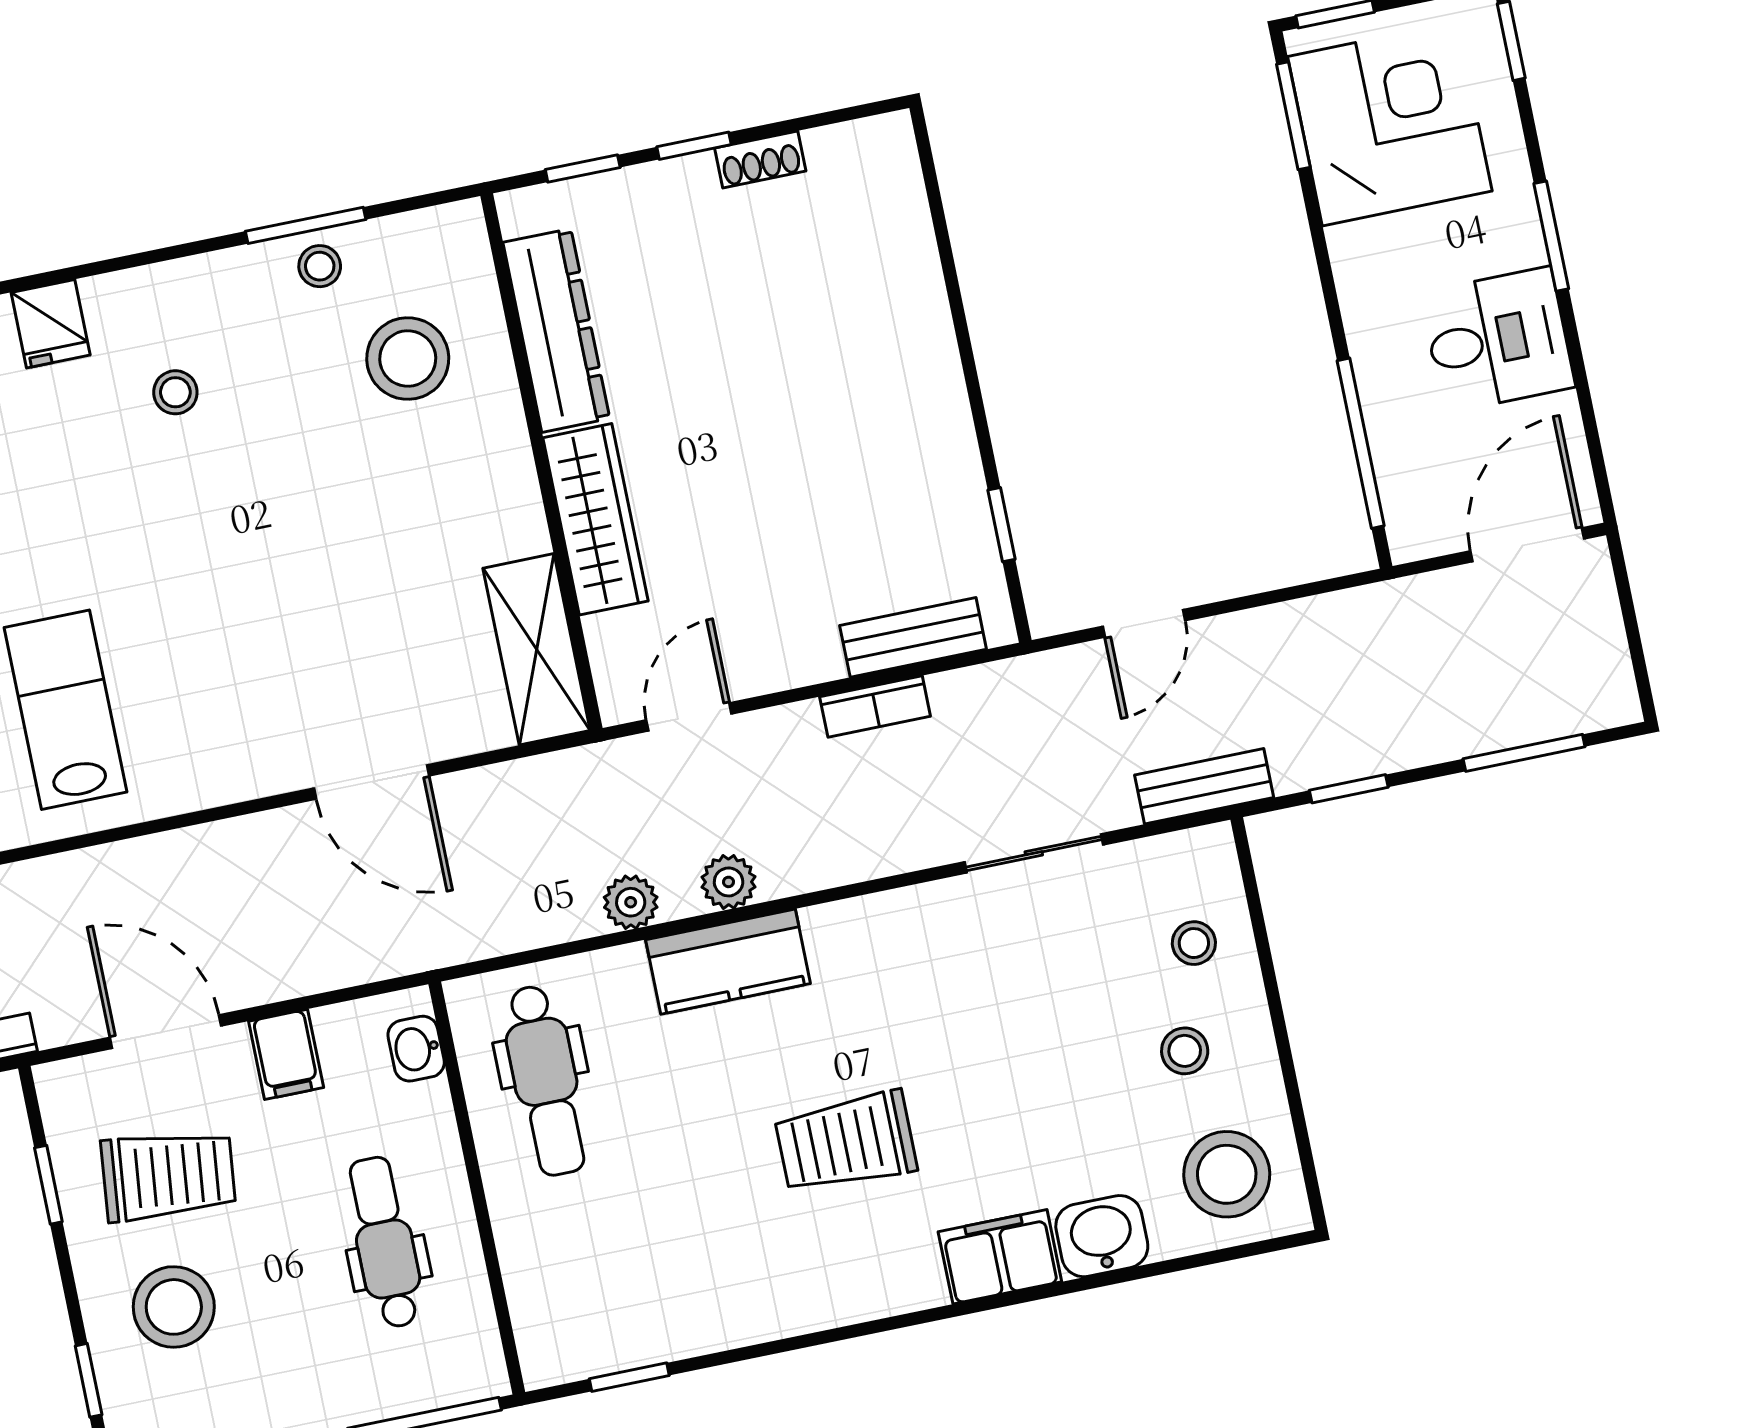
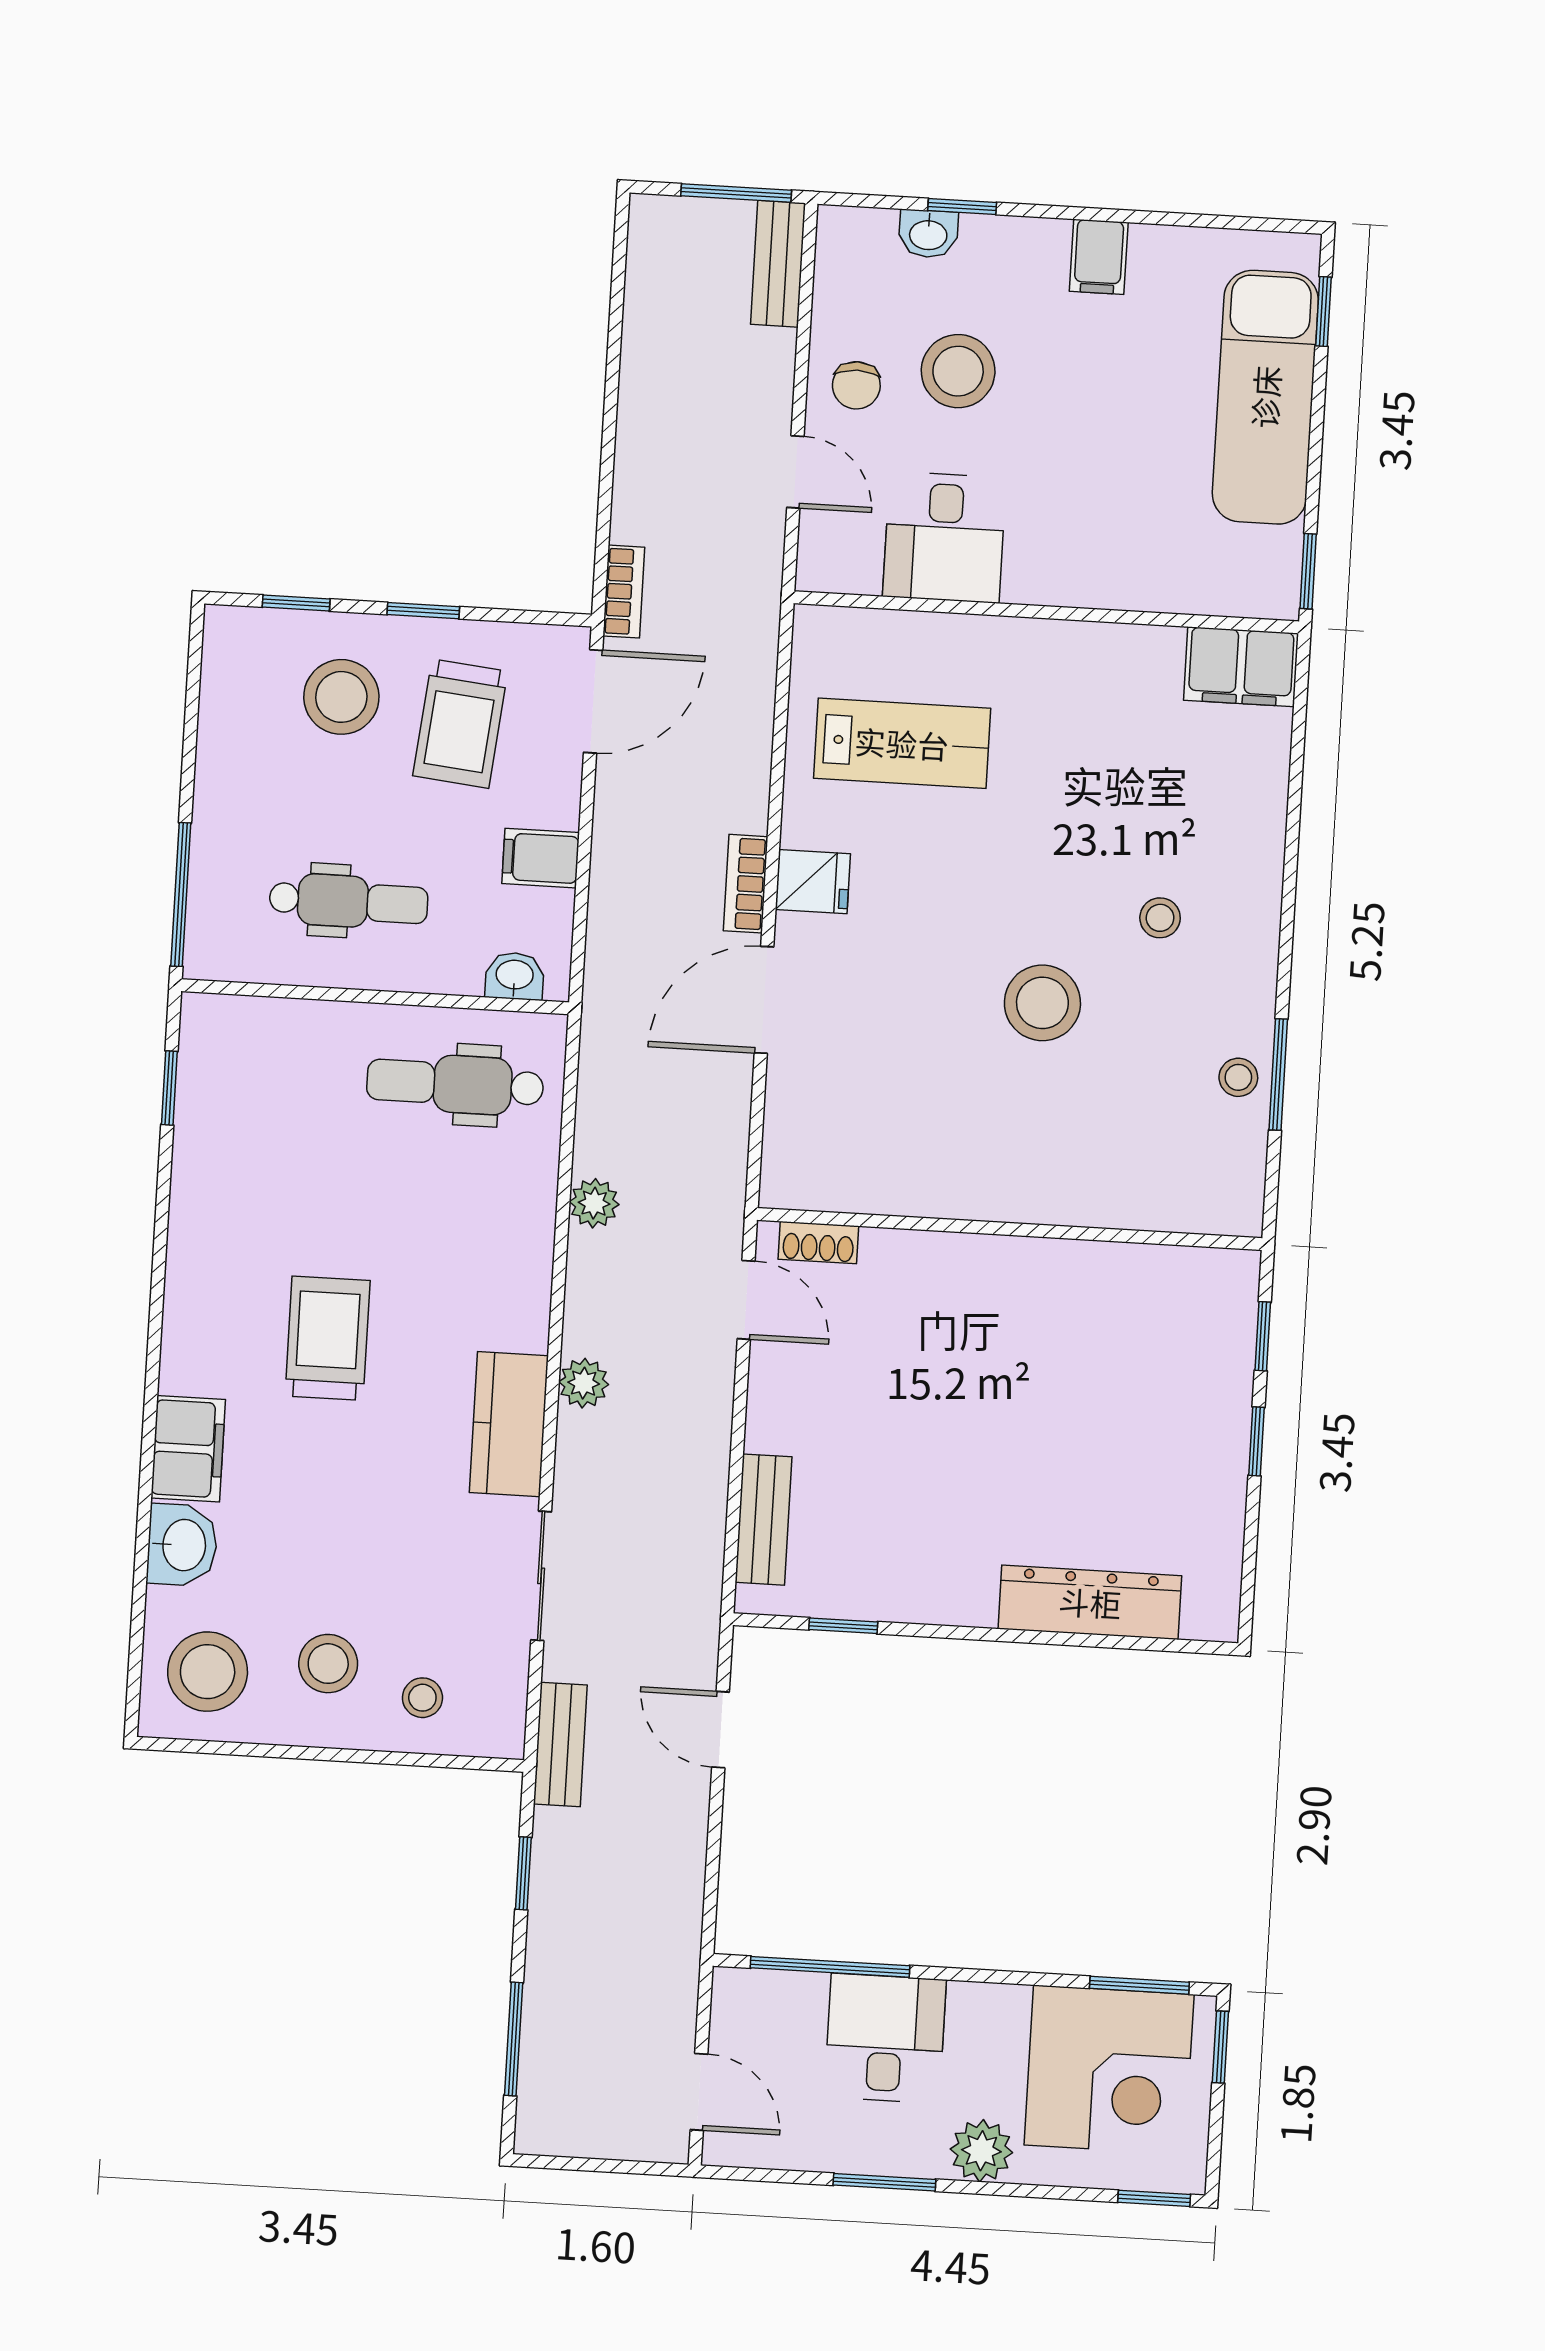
shoe rack: (760, 160) -> (818, 1243), moved, turned -90
plant: (1510, 234) -> (981, 2151), added
window: (1551, 236) -> (884, 2182), moved
fridge: (51, 324) -> (813, 882), moved, turned 180
dresser: (556, 330) -> (1090, 1602), moved, turned 180
desk: (1498, 340) -> (885, 2038), moved, turned 180
stool: (408, 359) -> (1042, 1003), moved
wardrobe: (596, 519) -> (945, 1264), removed
door: (1527, 545) -> (699, 2092), width x0.73
shelving: (537, 649) -> (843, 1180), removed
bookcase: (875, 706) -> (746, 884), moved
plant: (729, 882) -> (584, 1383), moved
kitchen counter: (728, 962) -> (509, 1424), moved
door: (166, 1032) -> (593, 701), moved
stool: (1185, 1051) -> (328, 1664), width x1.37, depth x1.37
window: (48, 1185) -> (423, 611), moved

